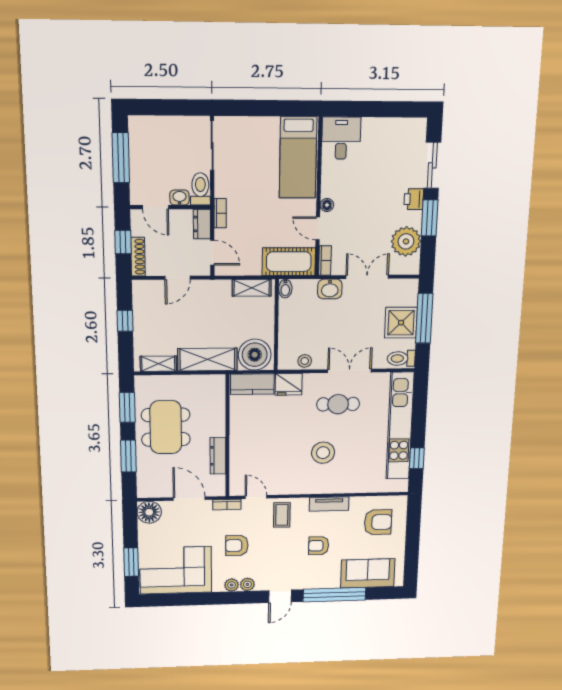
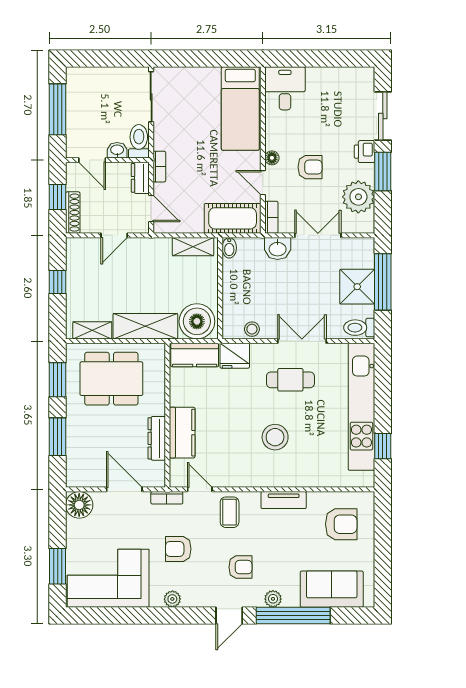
armchair: (362, 214) -> (310, 167), added
dining table: (166, 427) -> (111, 379), moved, turned 90
kitchen counter: (241, 450) -> (182, 433), added
armchair: (319, 546) -> (240, 567), moved, turned 180
plant: (247, 584) -> (273, 599), moved

